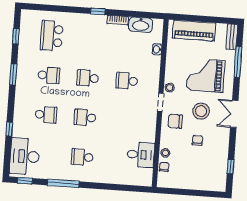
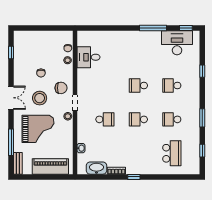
school desk: (88, 78) -> (138, 119), turned 180
school desk: (85, 118) -> (138, 85), turned 180
desk: (25, 156) -> (177, 43), moved, turned -90
school desk: (82, 157) -> (138, 52), removed

